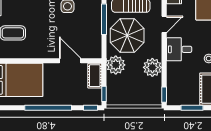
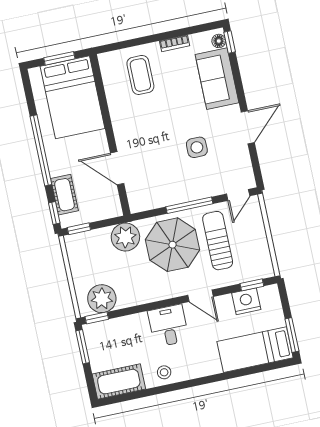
door: (70, 61) -> (117, 168), swing flipped
plant: (152, 67) -> (102, 299), moved
cot: (95, 76) -> (65, 195), moved, turned 90
window: (192, 108) -> (83, 347), moved

